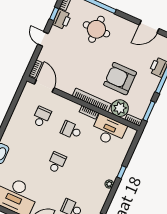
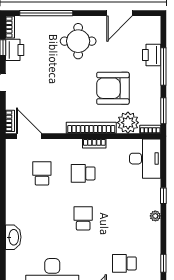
round table: (96, 29) -> (78, 41), moved
desk: (109, 131) -> (145, 159), moved, turned 90

